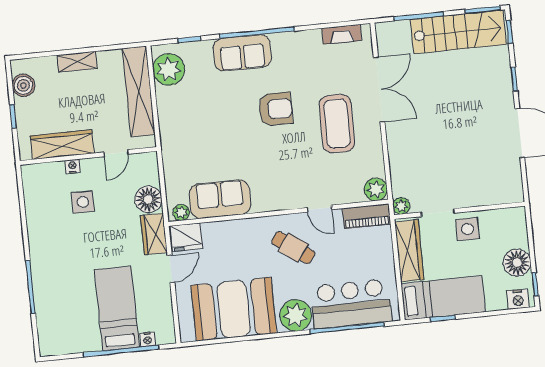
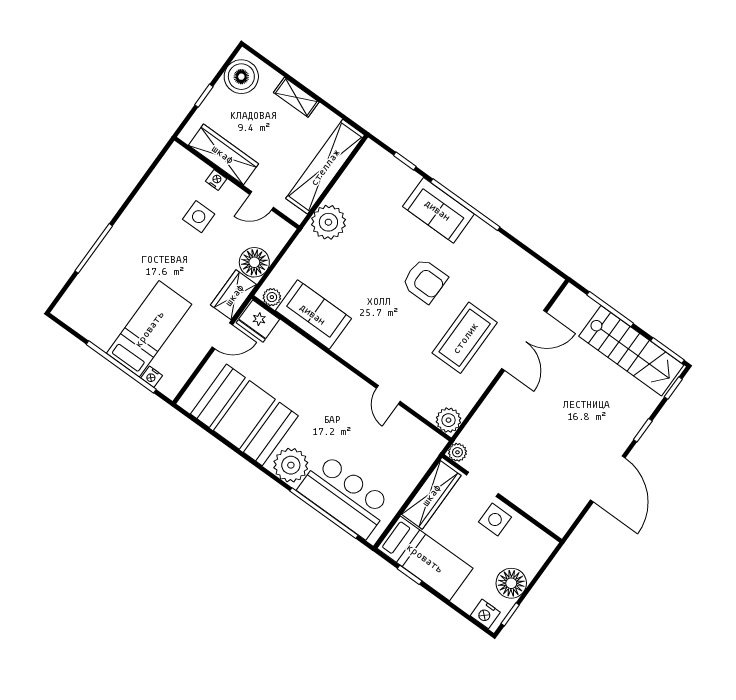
fireplace: (342, 34) -> (534, 268), removed
plant: (169, 69) -> (328, 222), moved
boiler: (23, 85) -> (241, 77), width x1.37, depth x1.37
piano: (366, 216) -> (421, 435), removed
cafe table: (293, 248) -> (338, 408), removed

